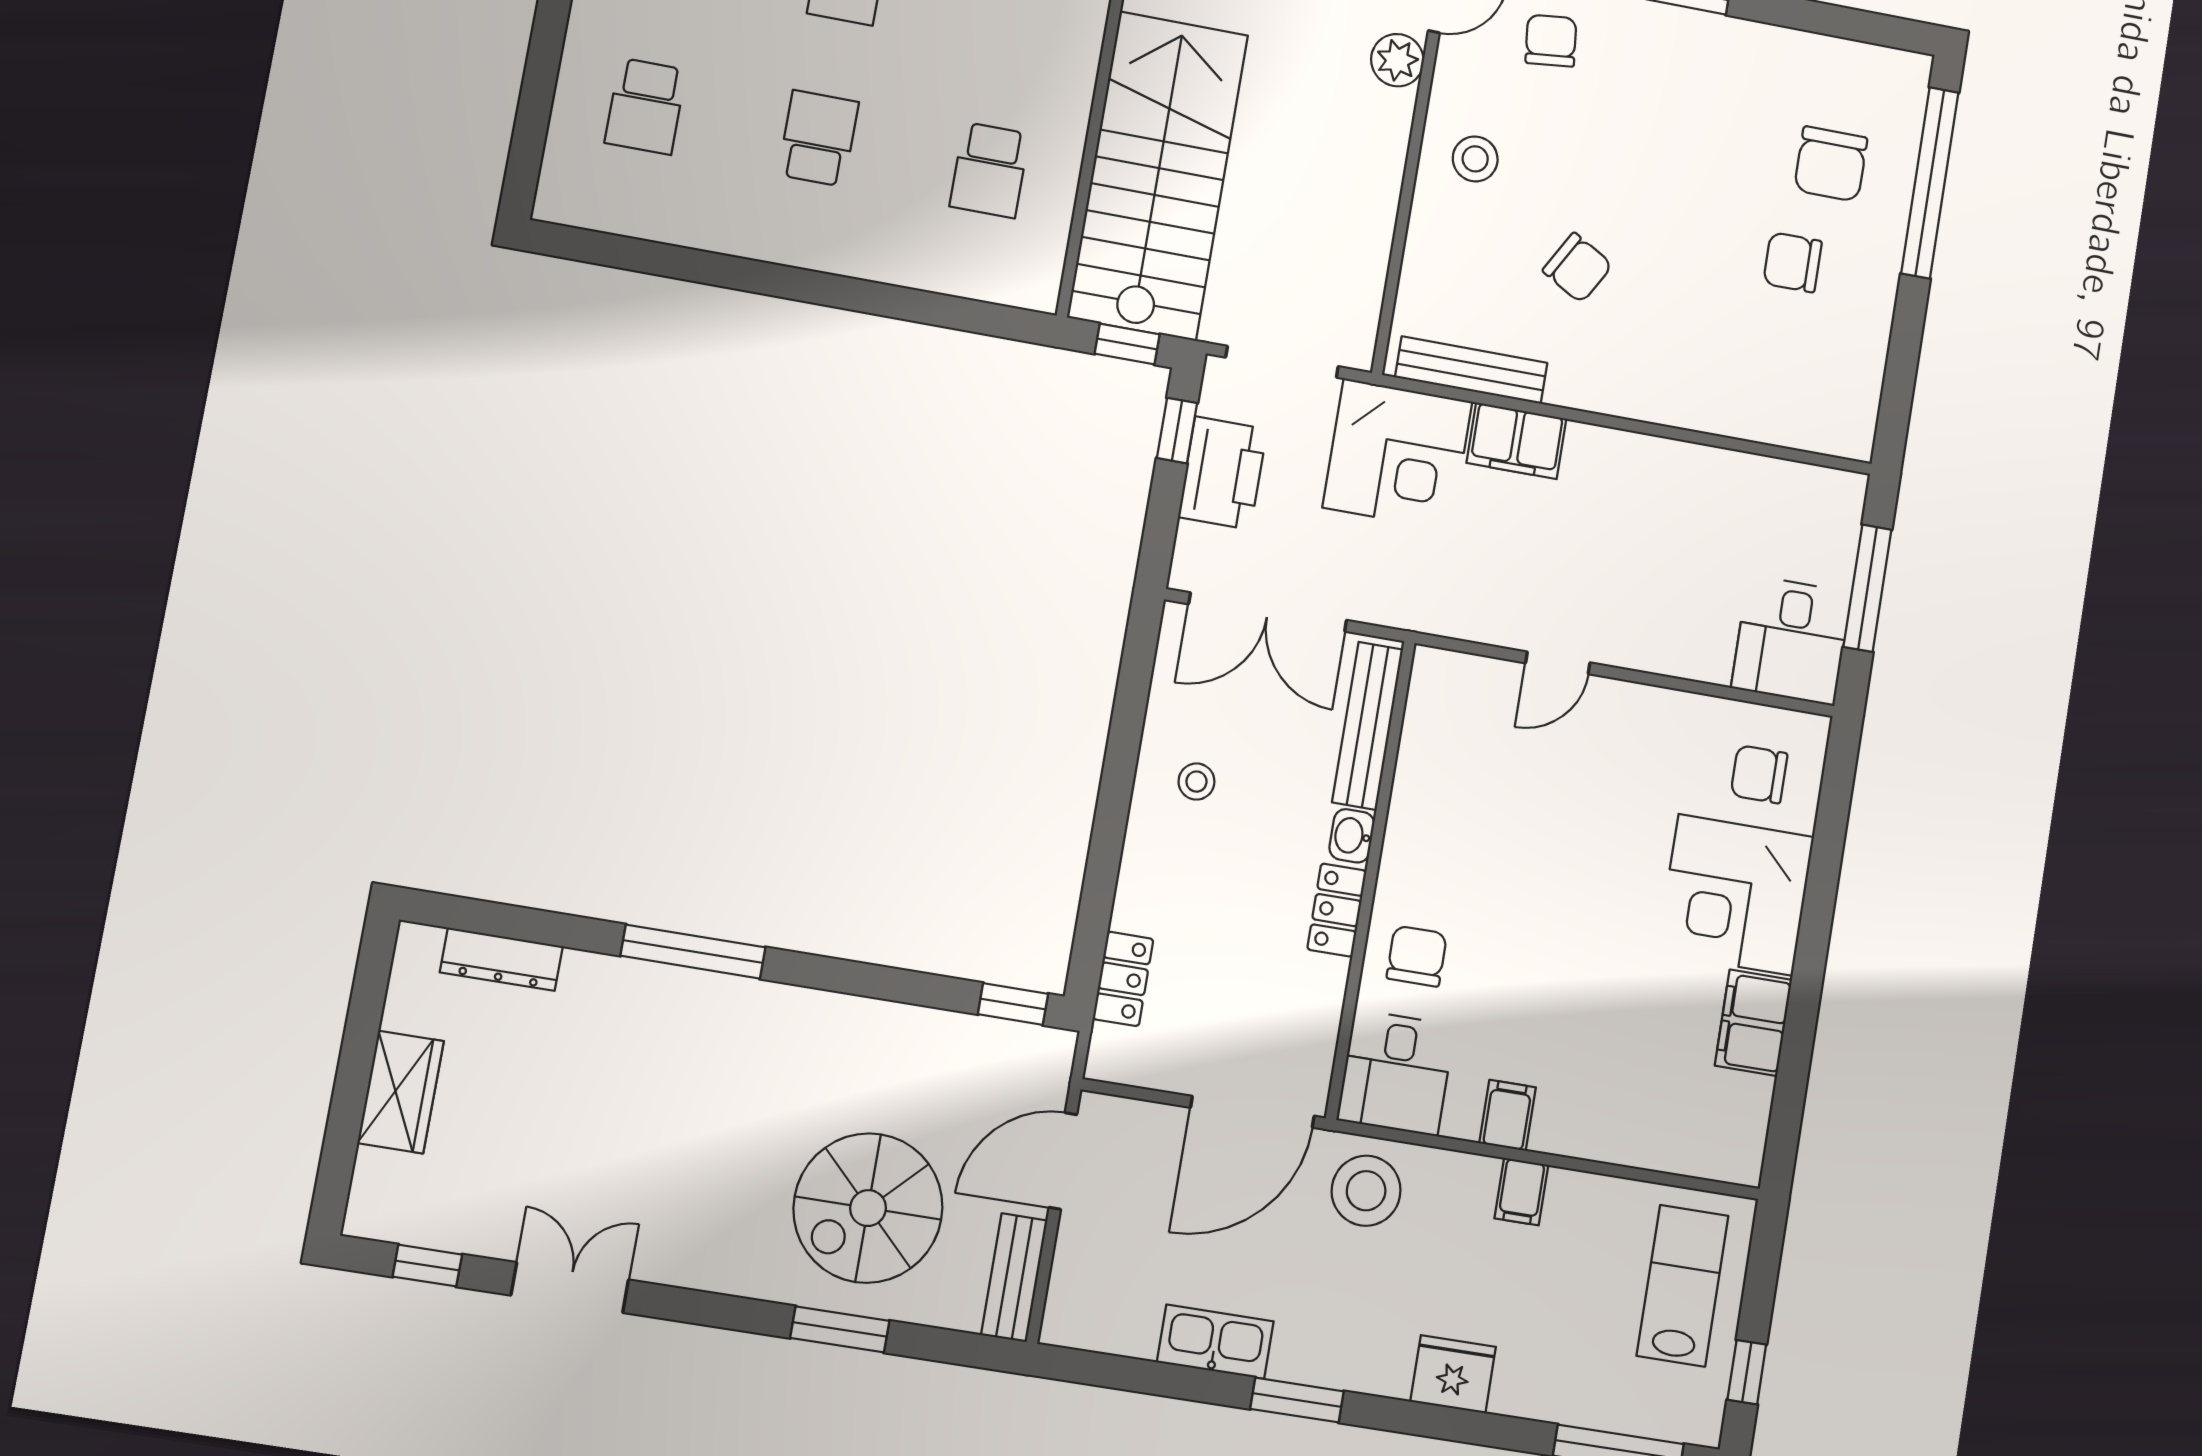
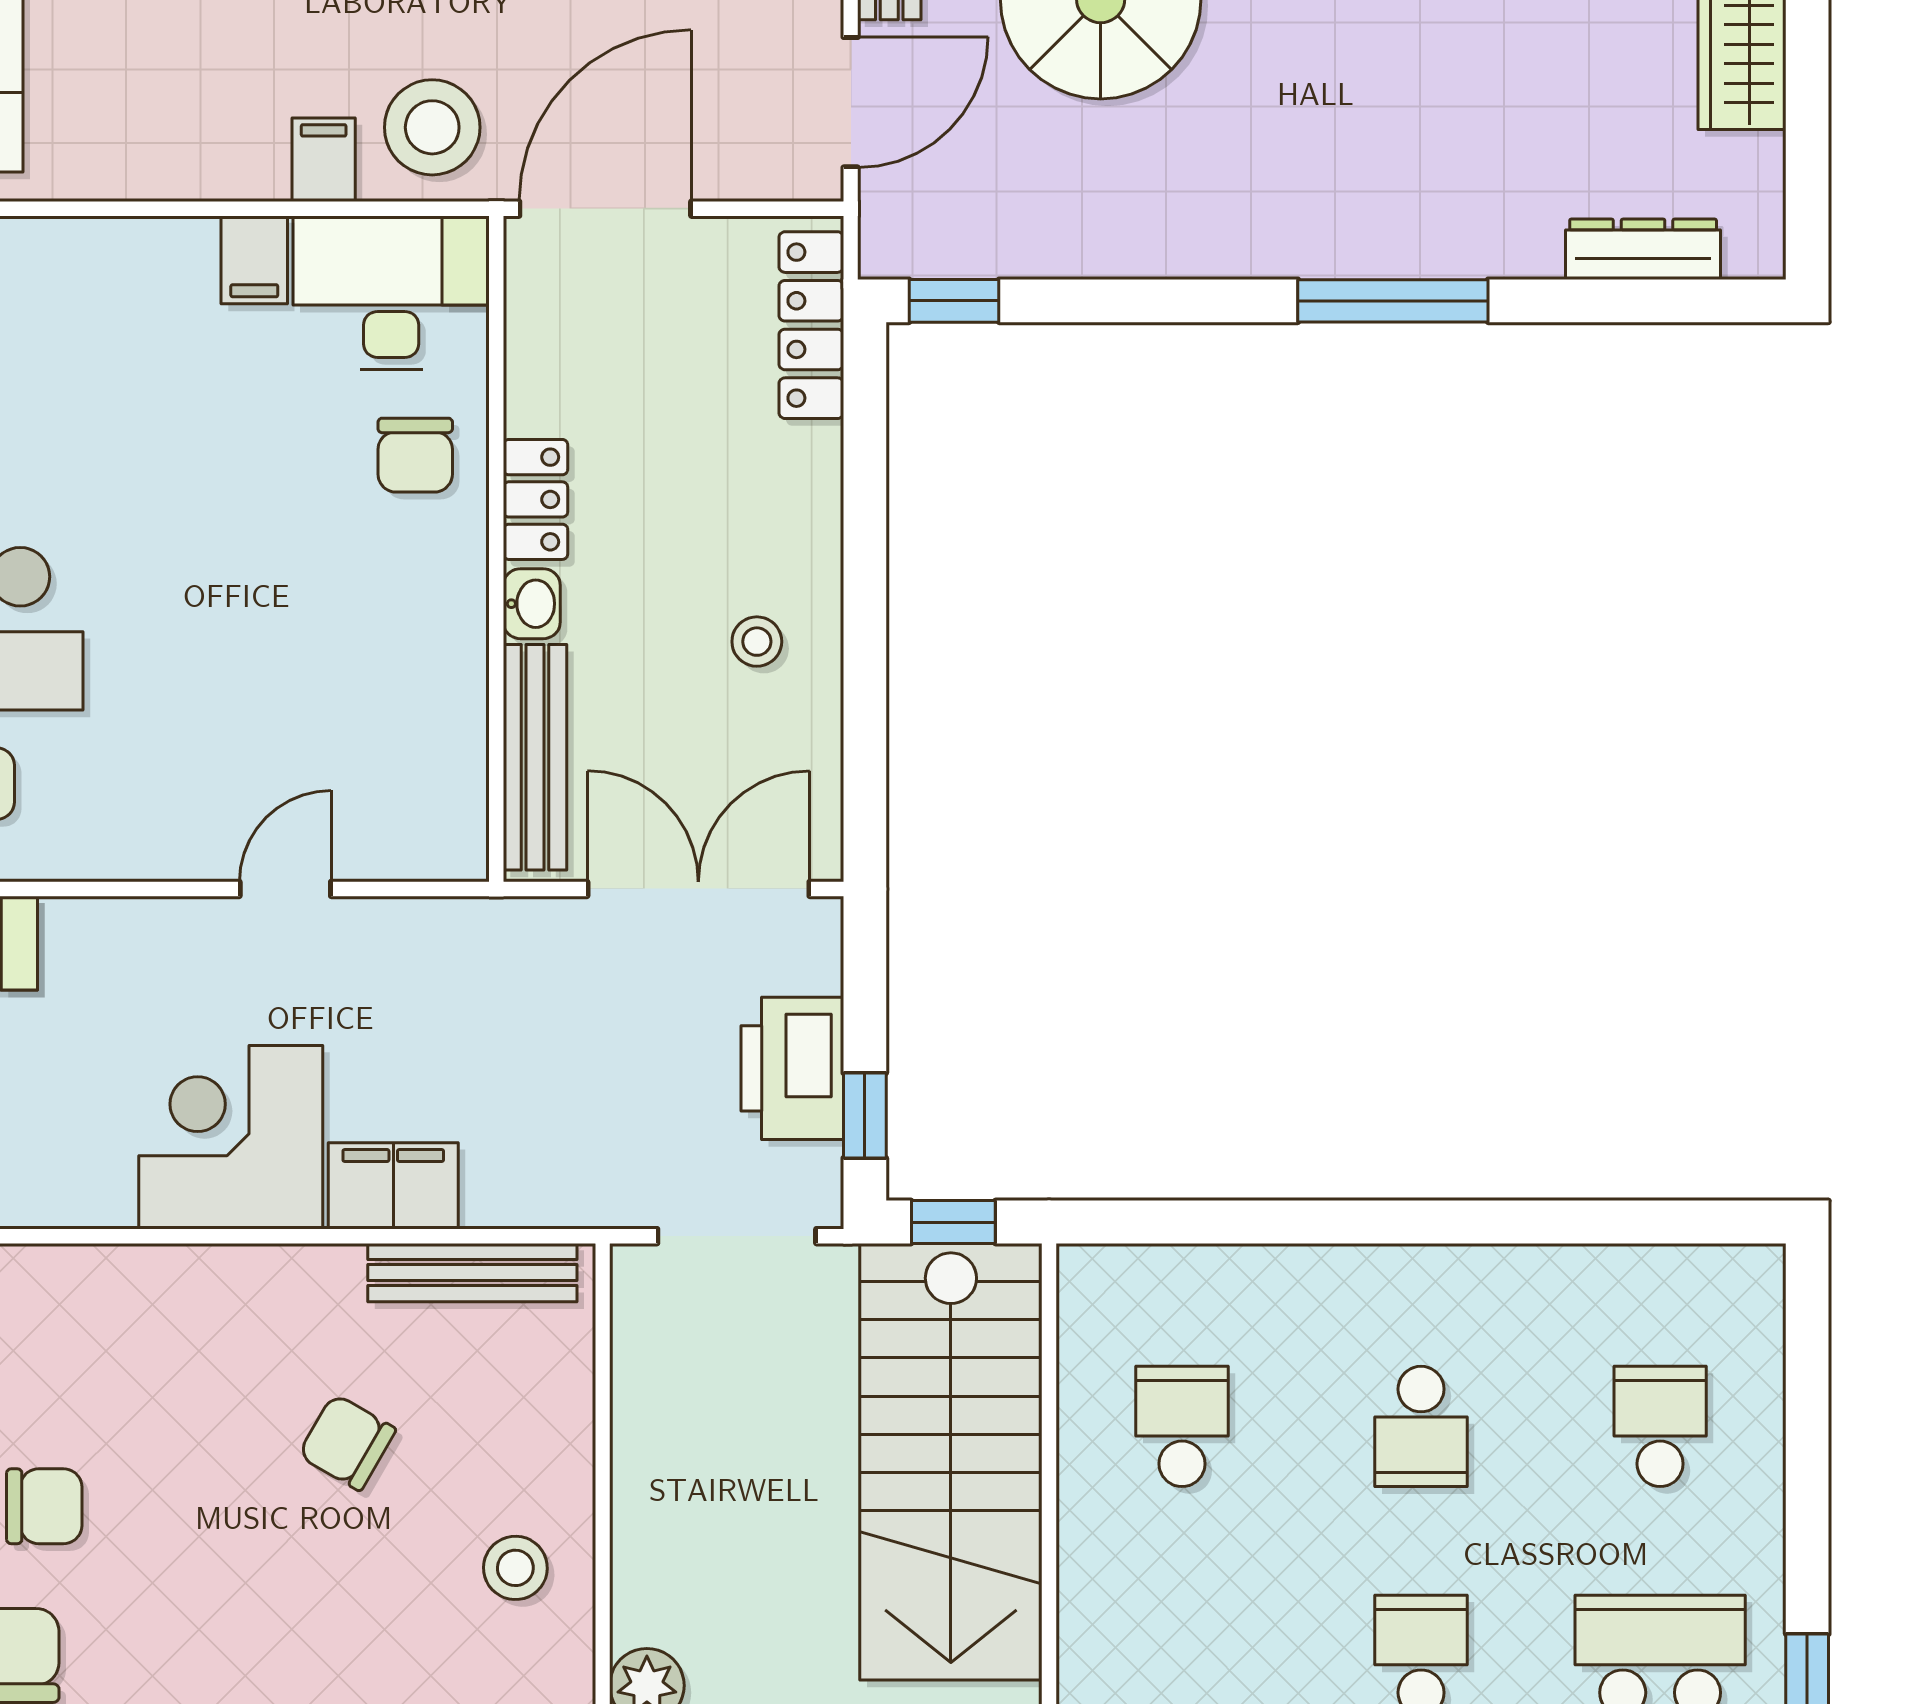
corner desk: (1397, 454) -> (231, 1137), moved
locker: (1123, 979) -> (811, 325), width x1.53
desk: (1396, 1073) -> (391, 293), width x1.37
filing cabinet: (1521, 1192) -> (324, 160), moved

